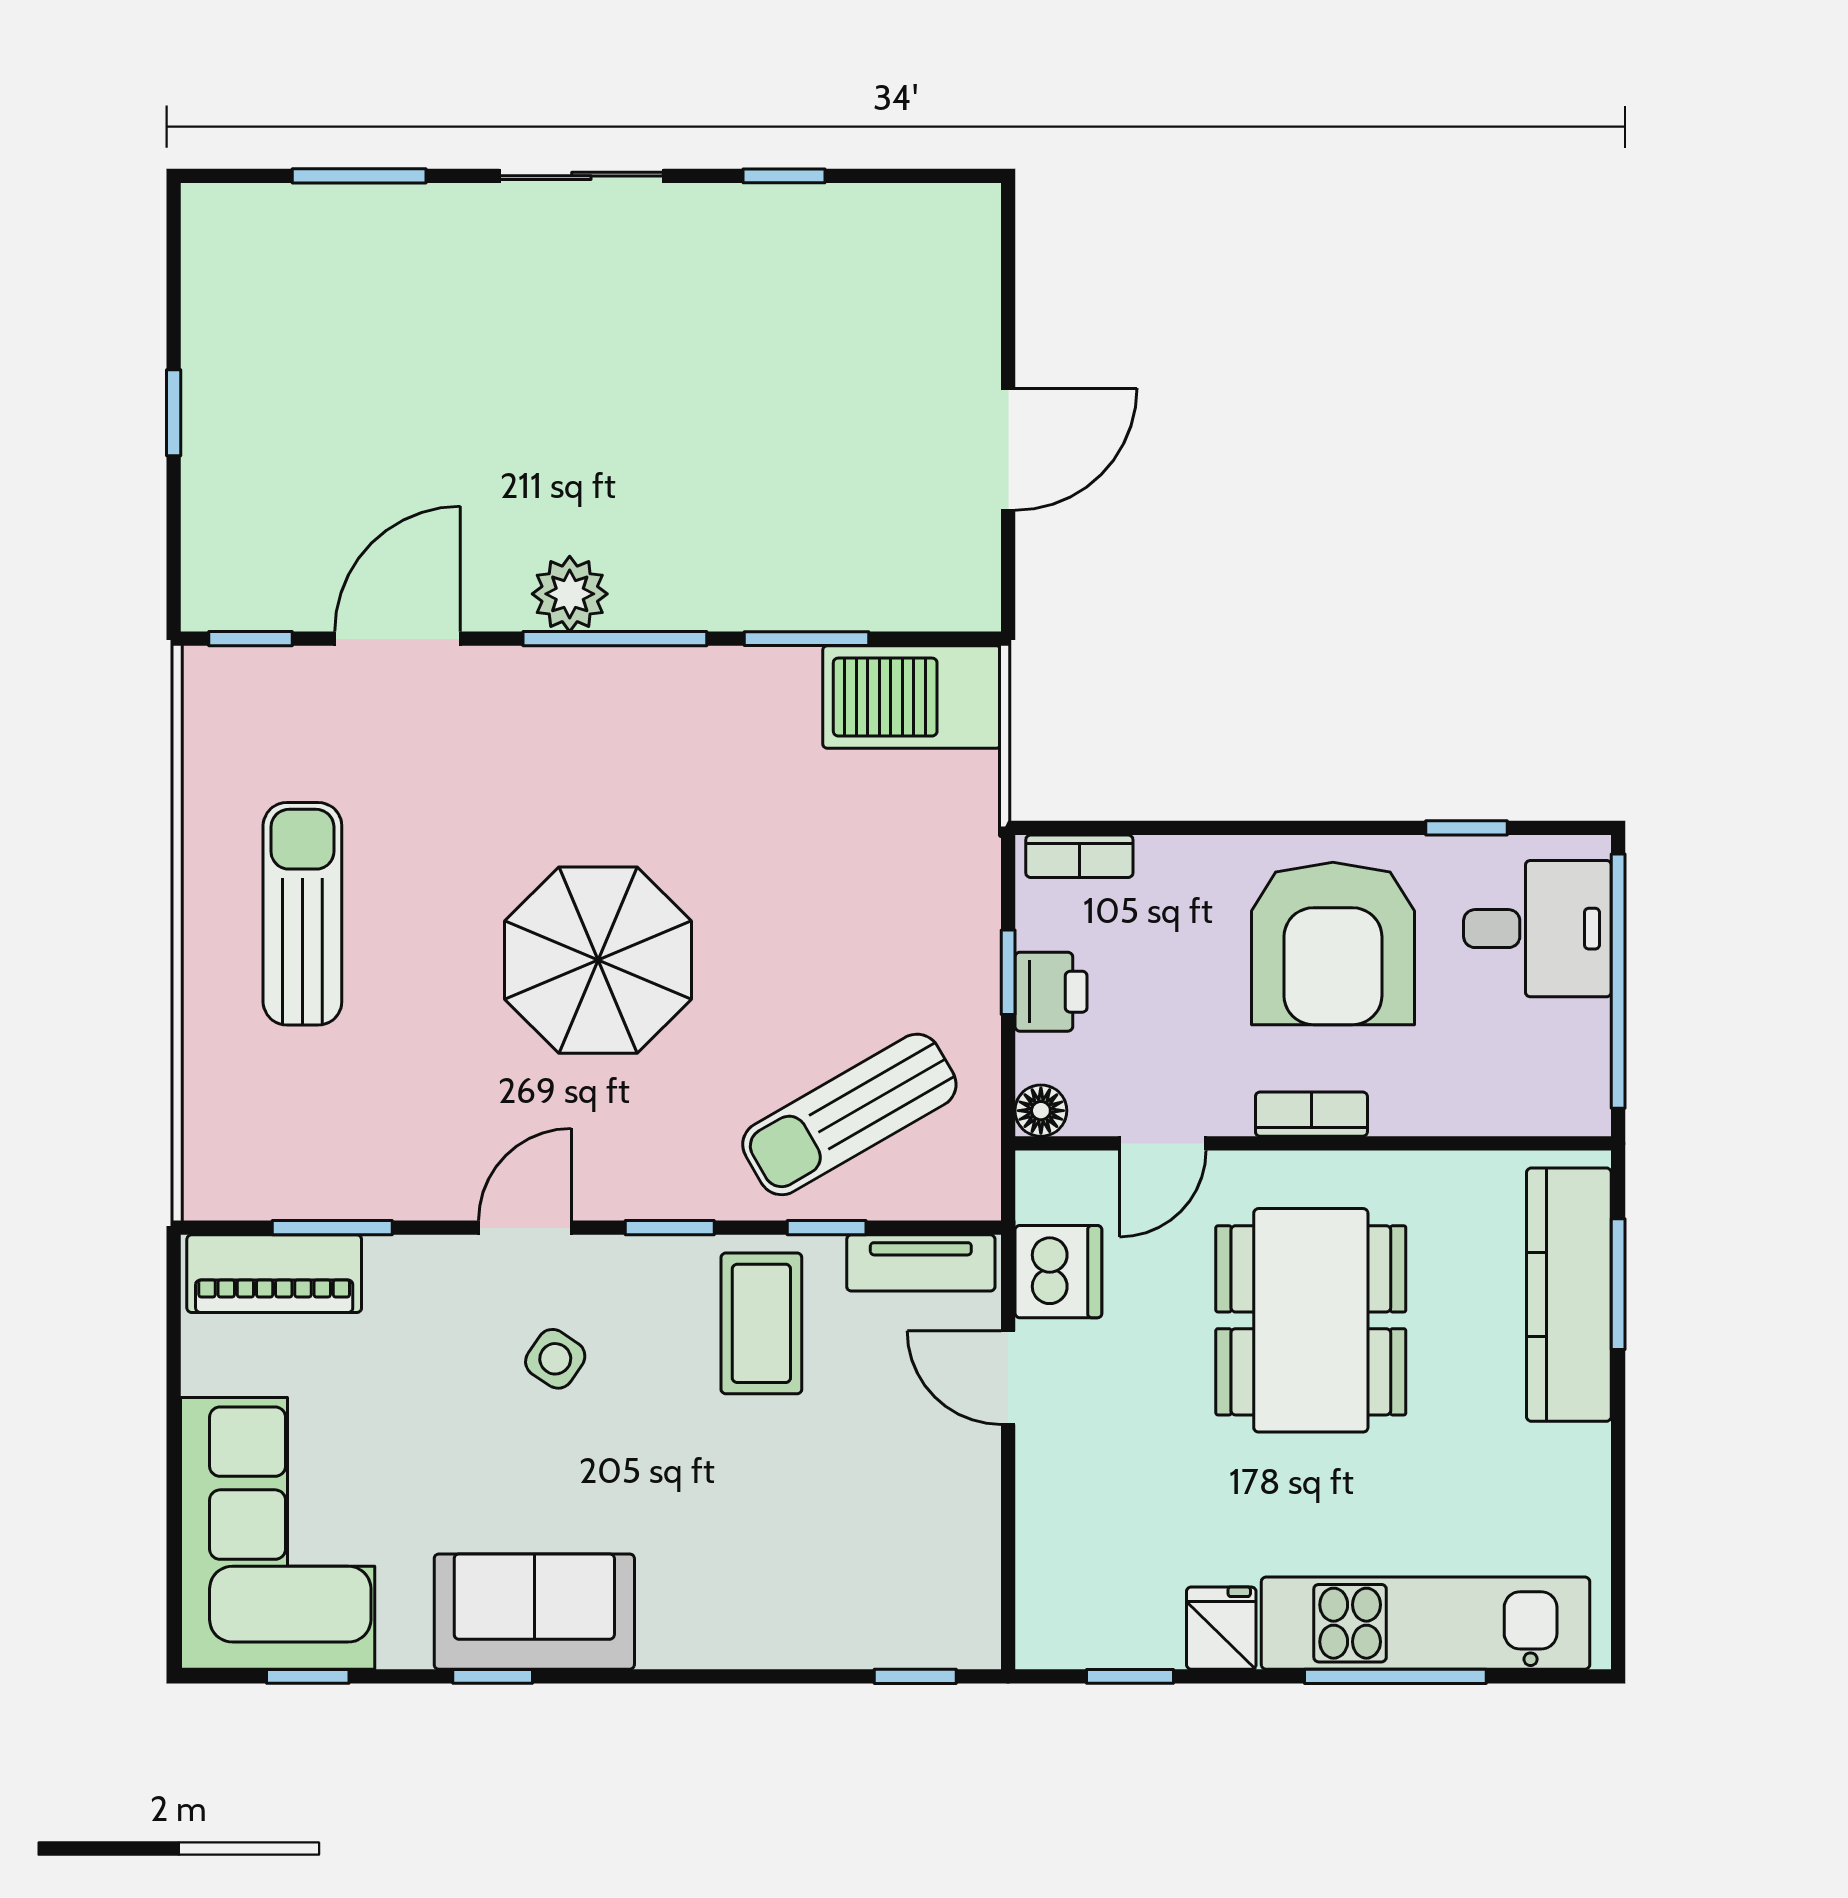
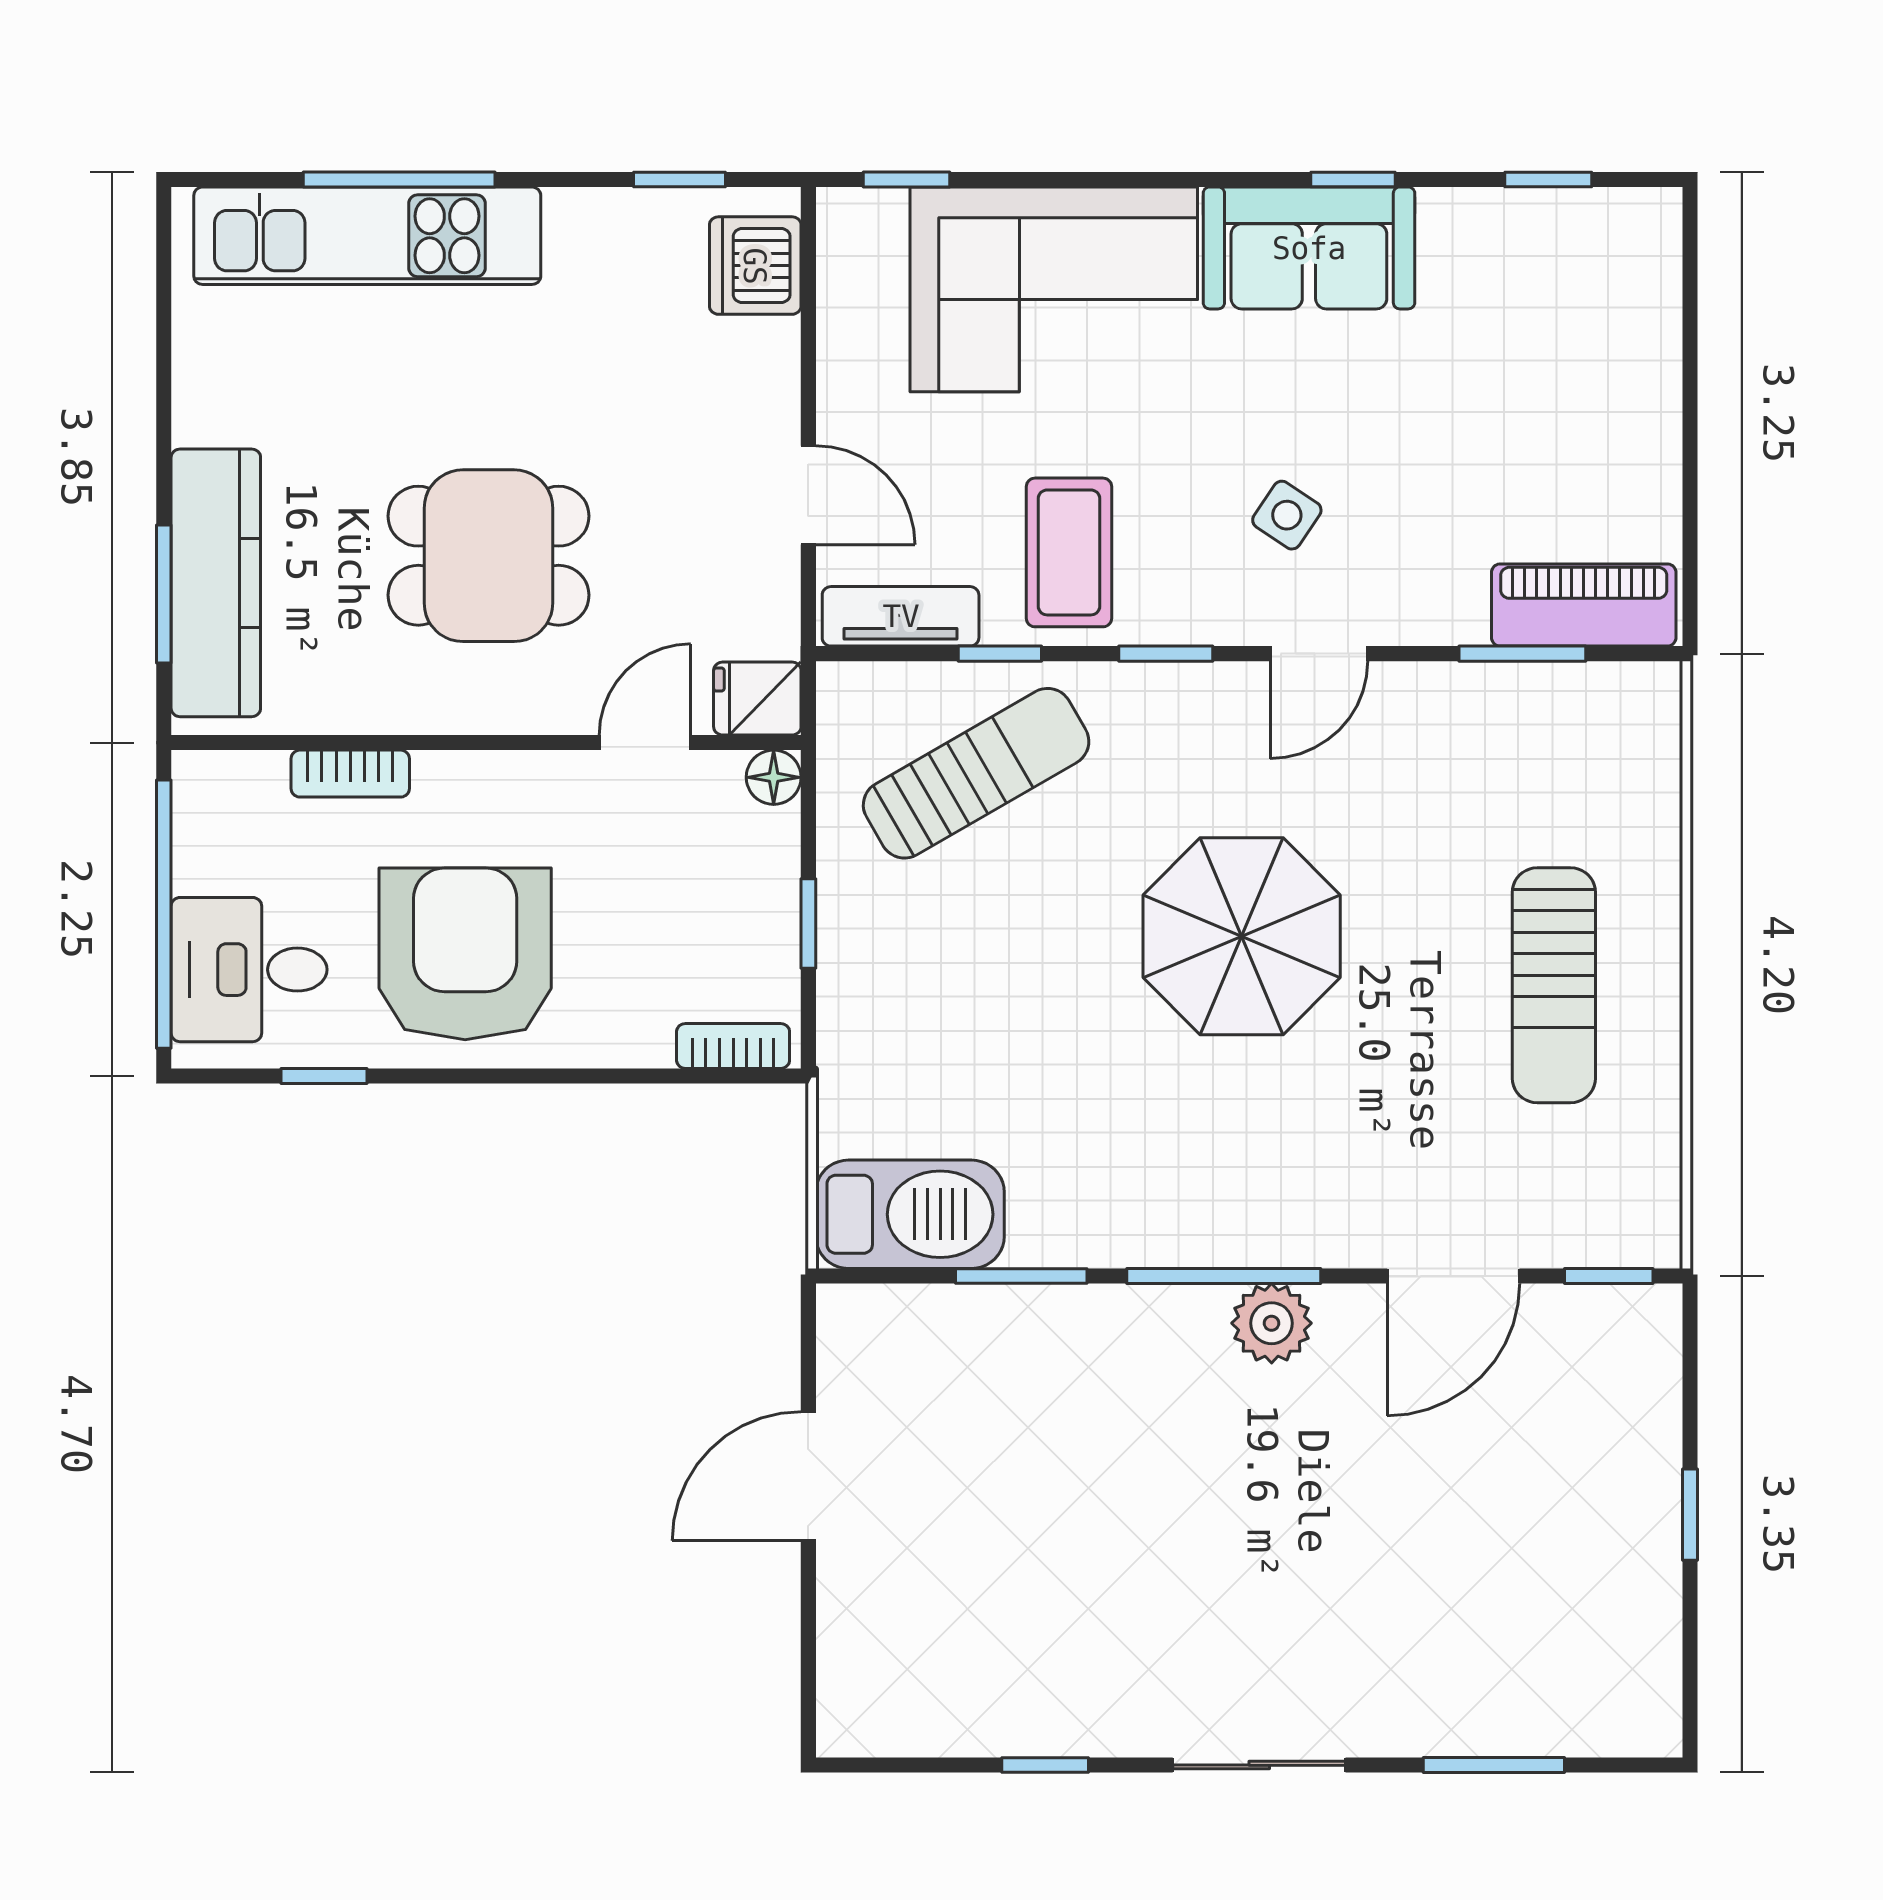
printer: (1051, 992) -> (763, 903), removed
bookcase: (1311, 1114) -> (350, 774), moved
dishwasher: (1058, 1272) -> (755, 266), moved
dining table: (1311, 1320) -> (488, 556), width x0.73
corner sofa: (278, 1533) -> (1054, 289), moved, turned -90
fridge: (1221, 1628) -> (757, 699), moved, turned 90

